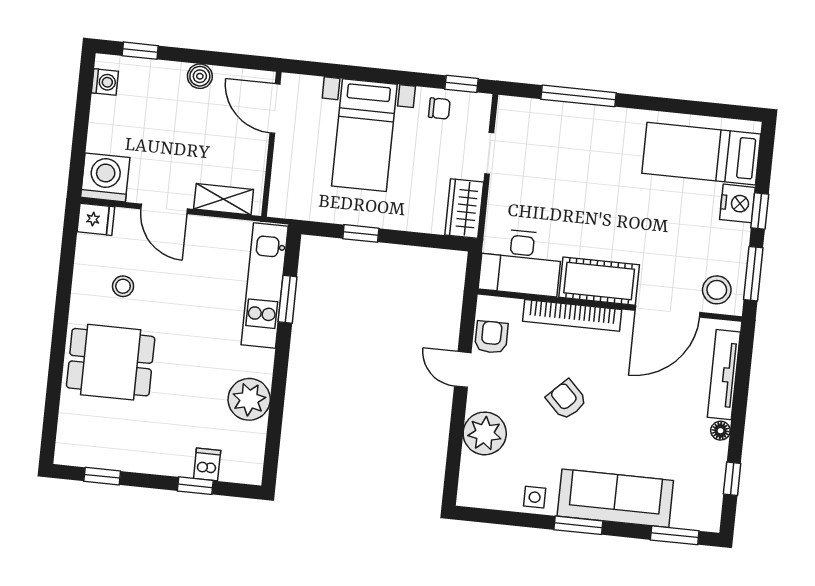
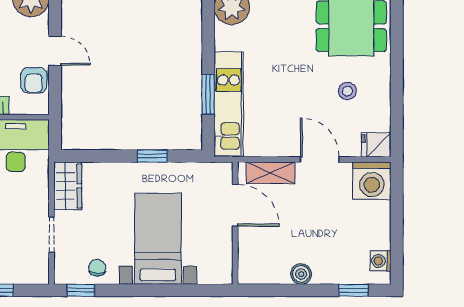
chair: (439, 108) -> (97, 268), turned 90
door: (275, 109) -> (235, 205), moved

